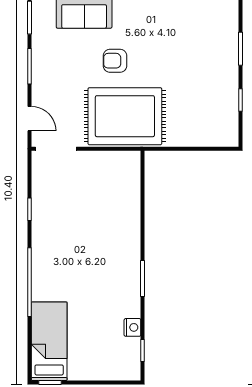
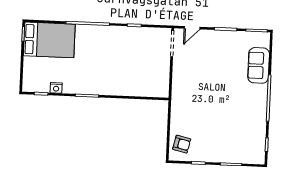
armchair: (115, 61) -> (182, 144), moved, turned 103
rug: (125, 116) -> (191, 89), removed
bed: (49, 341) -> (49, 40), width x1.50

